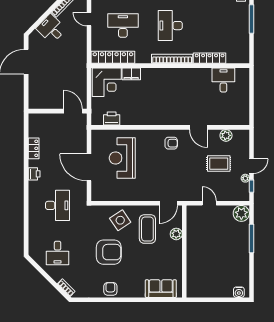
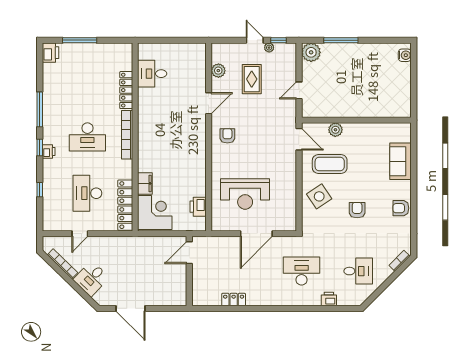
printer: (34, 174) -> (329, 299), moved
armchair: (109, 252) -> (357, 210), width x0.53, depth x0.53
sofa: (161, 289) -> (401, 161), moved

